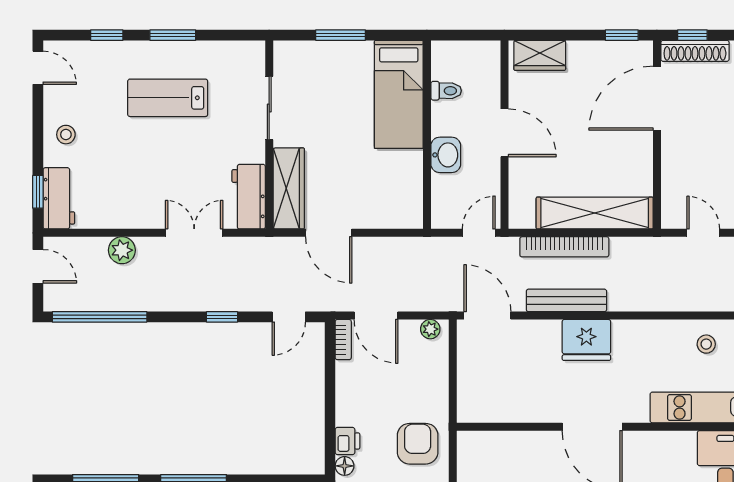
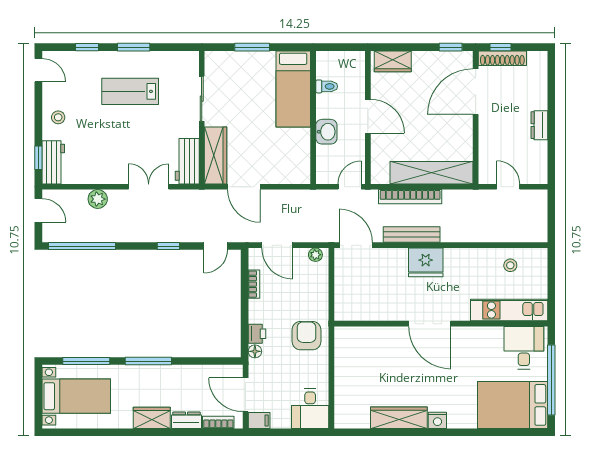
bookcase: (343, 340) -> (254, 284), moved

